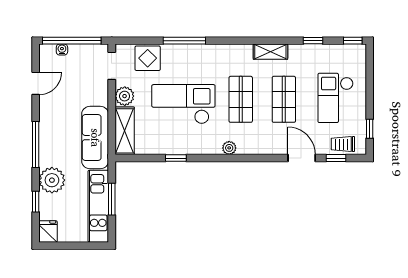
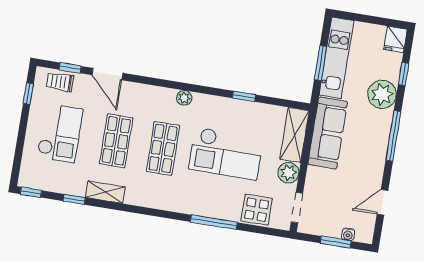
window: (72, 41) -> (336, 242), width x0.47
shelving: (270, 52) -> (105, 192), moved
trolley: (343, 144) -> (60, 82), turned 180

